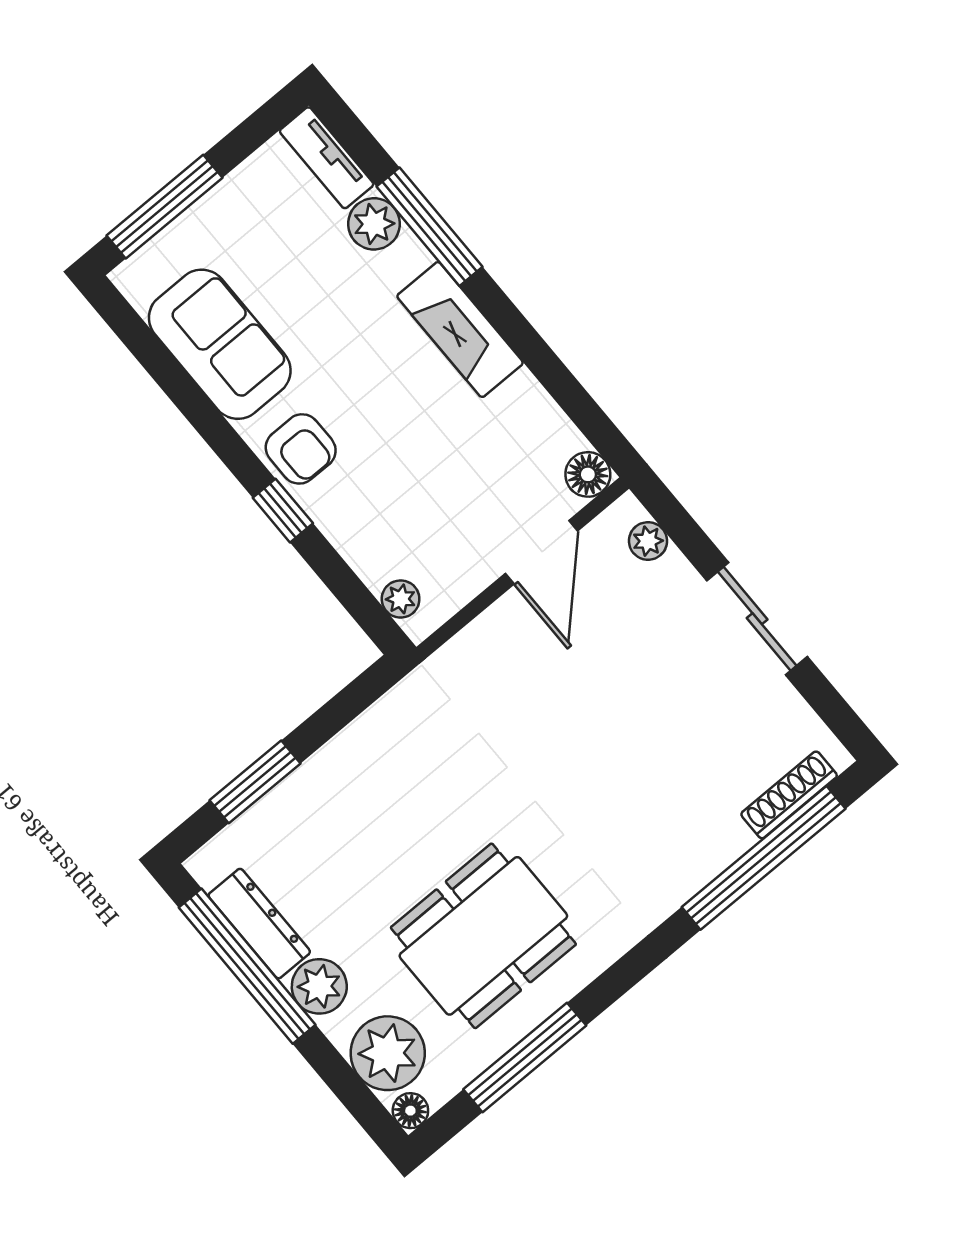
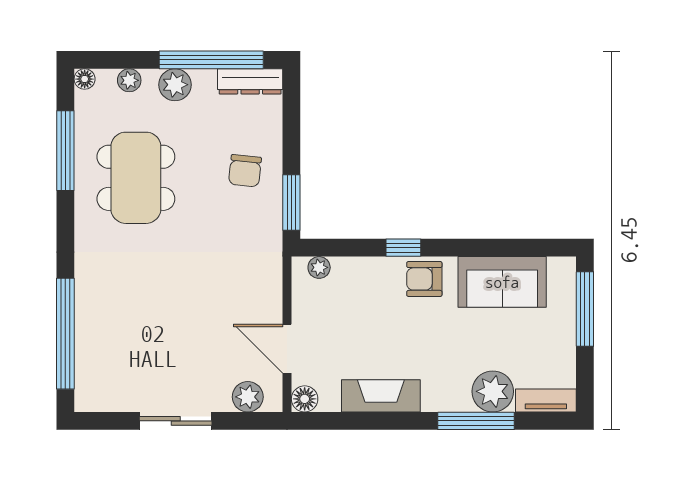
plant: (374, 224) -> (493, 391), width x1.36, depth x1.36
fireplace: (460, 330) -> (381, 396), moved
plant: (648, 541) -> (248, 397), width x1.38, depth x1.38
window: (255, 782) -> (291, 203), moved
shoe rack: (789, 795) -> (84, 369), removed
chair: (355, 801) -> (245, 171), added
dresser: (259, 924) -> (250, 81), moved
plant: (388, 1053) -> (129, 80), width x0.53, depth x0.53

